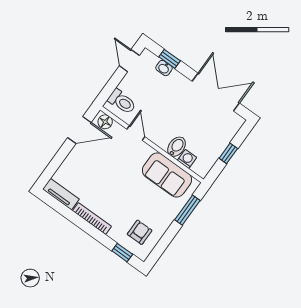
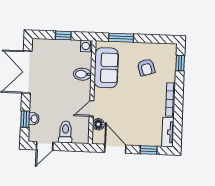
toilet: (122, 102) -> (65, 132), moved
floor lamp: (105, 122) -> (98, 124), moved
washing machine: (187, 159) -> (87, 46), moved
window: (56, 163) -> (149, 150), added
armchair: (140, 232) -> (146, 67), moved, turned -107

